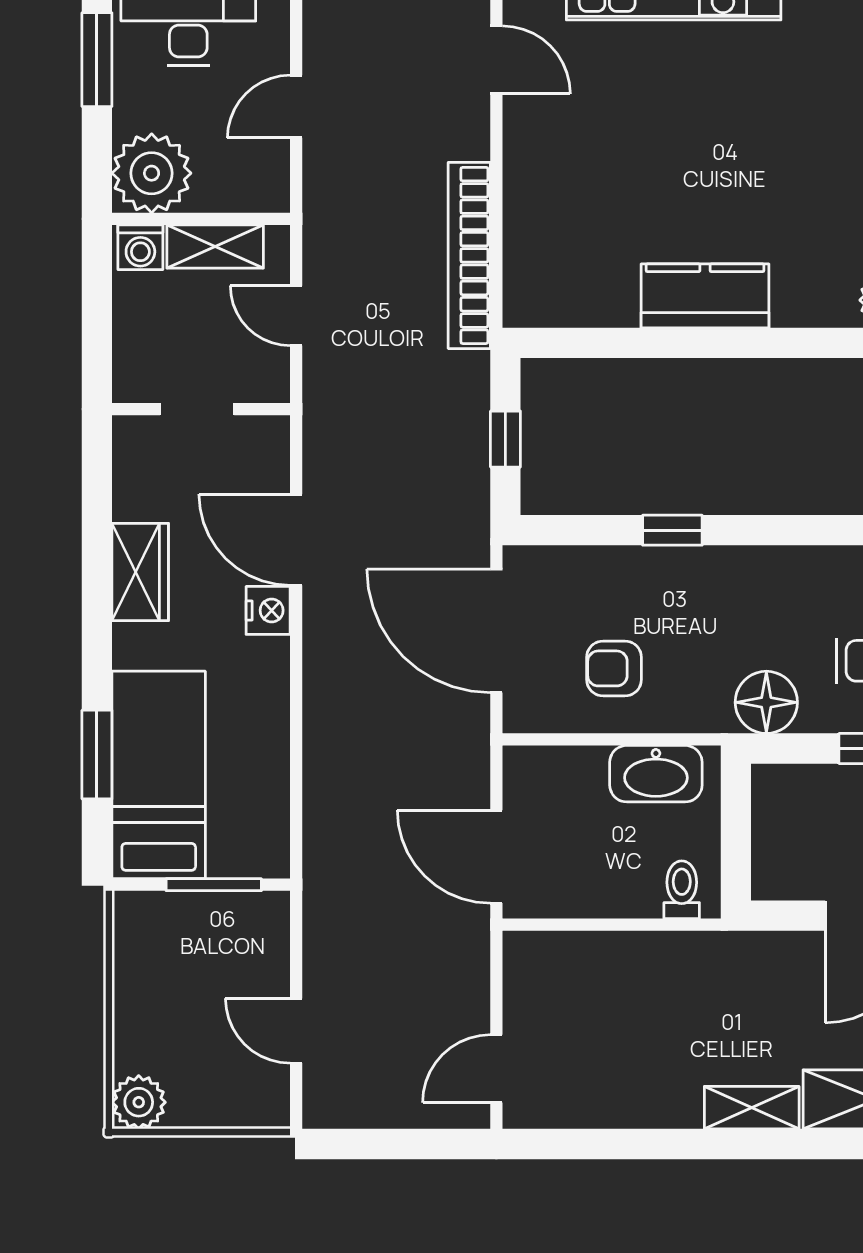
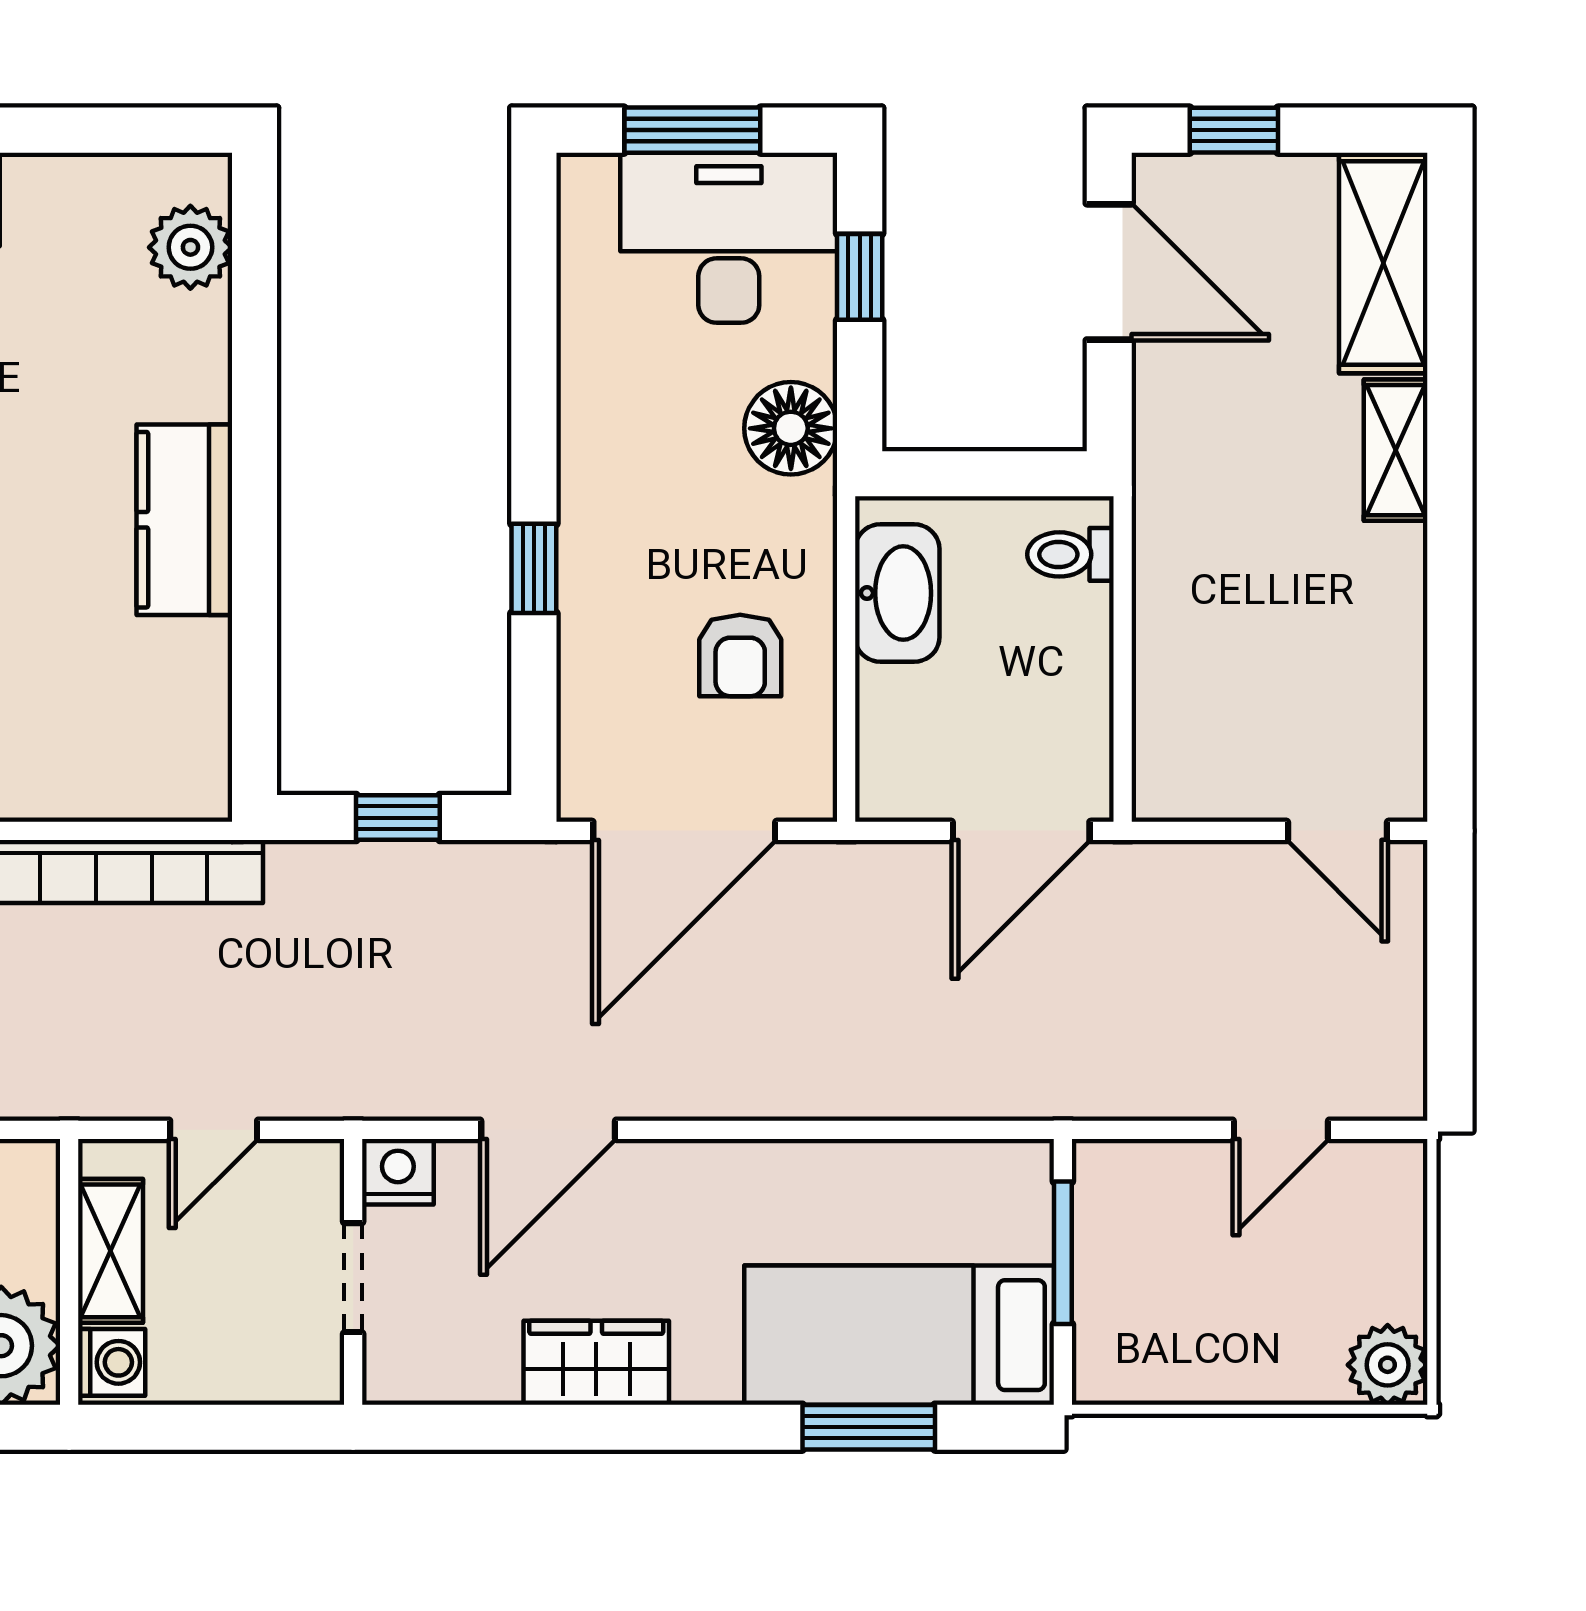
nightstand: (268, 610) -> (398, 1172), moved

